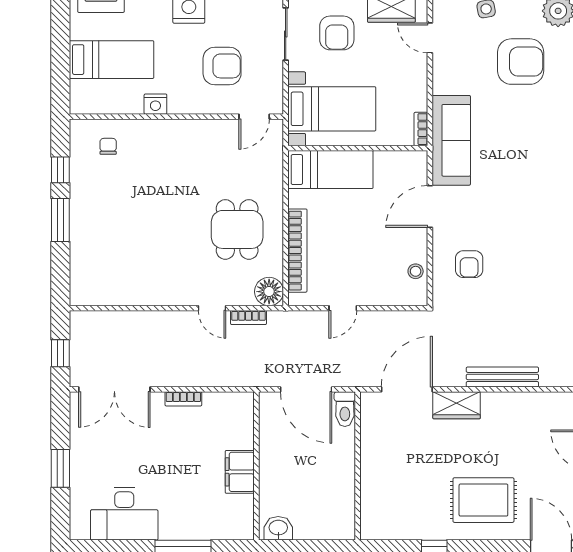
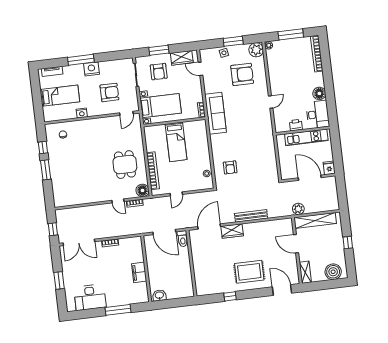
bed: (330, 170) -> (176, 142), moved, turned 90
door: (430, 206) -> (210, 144), removed

